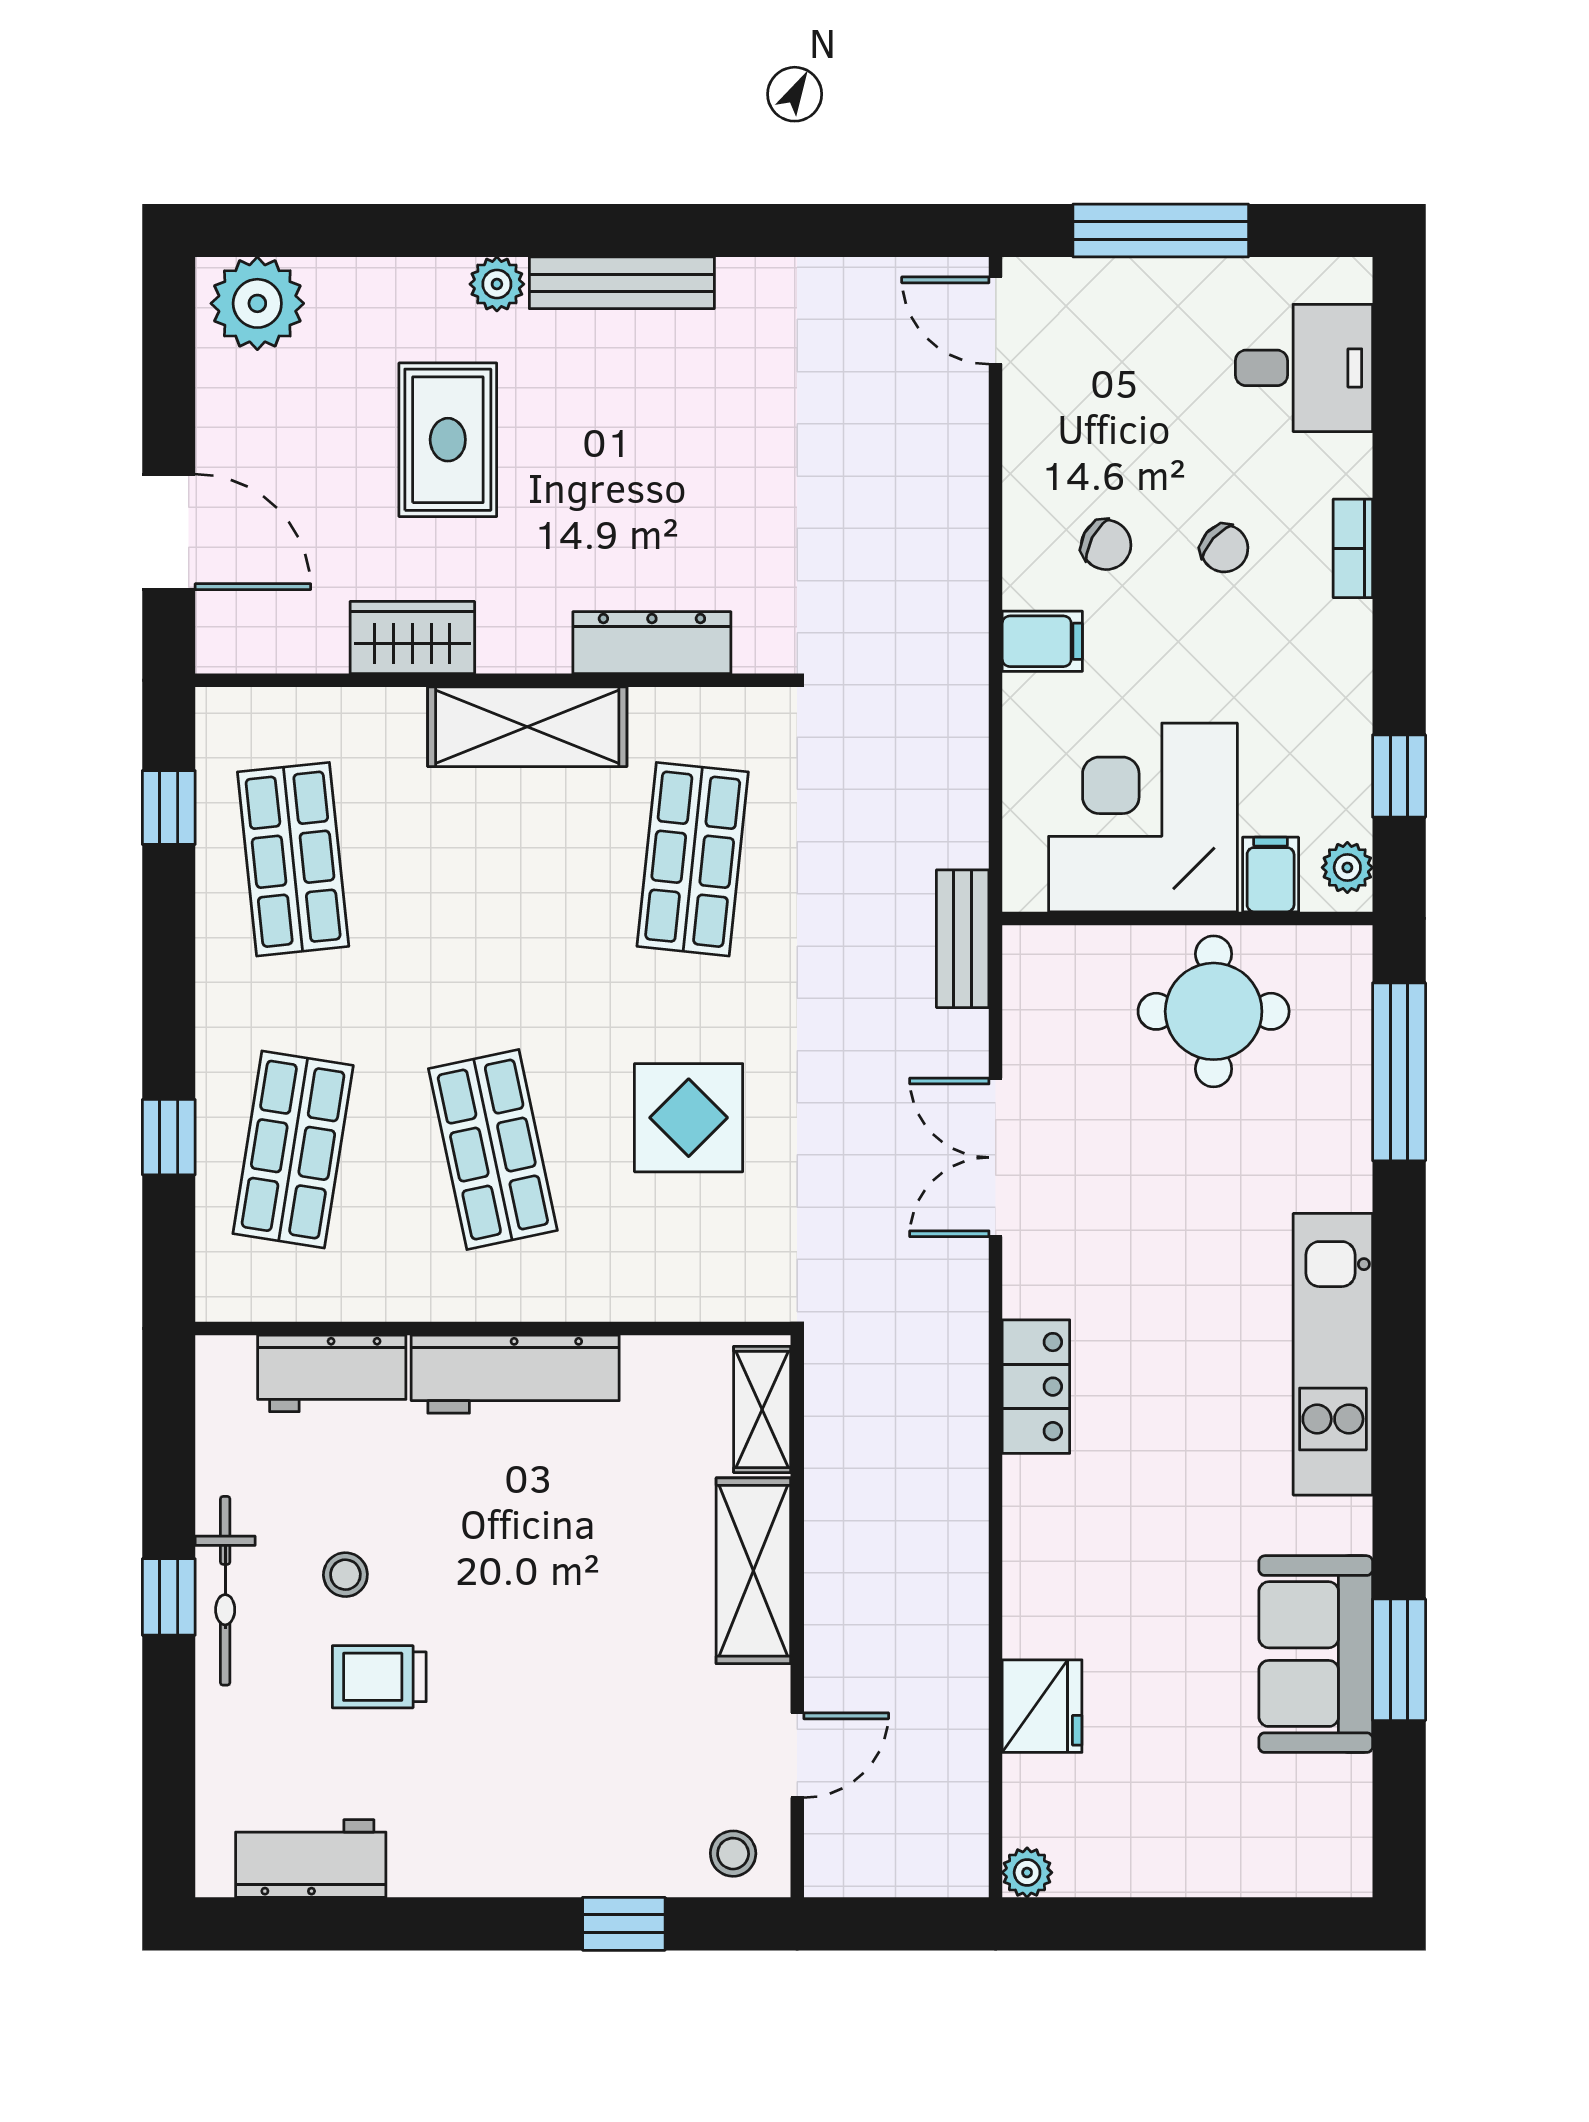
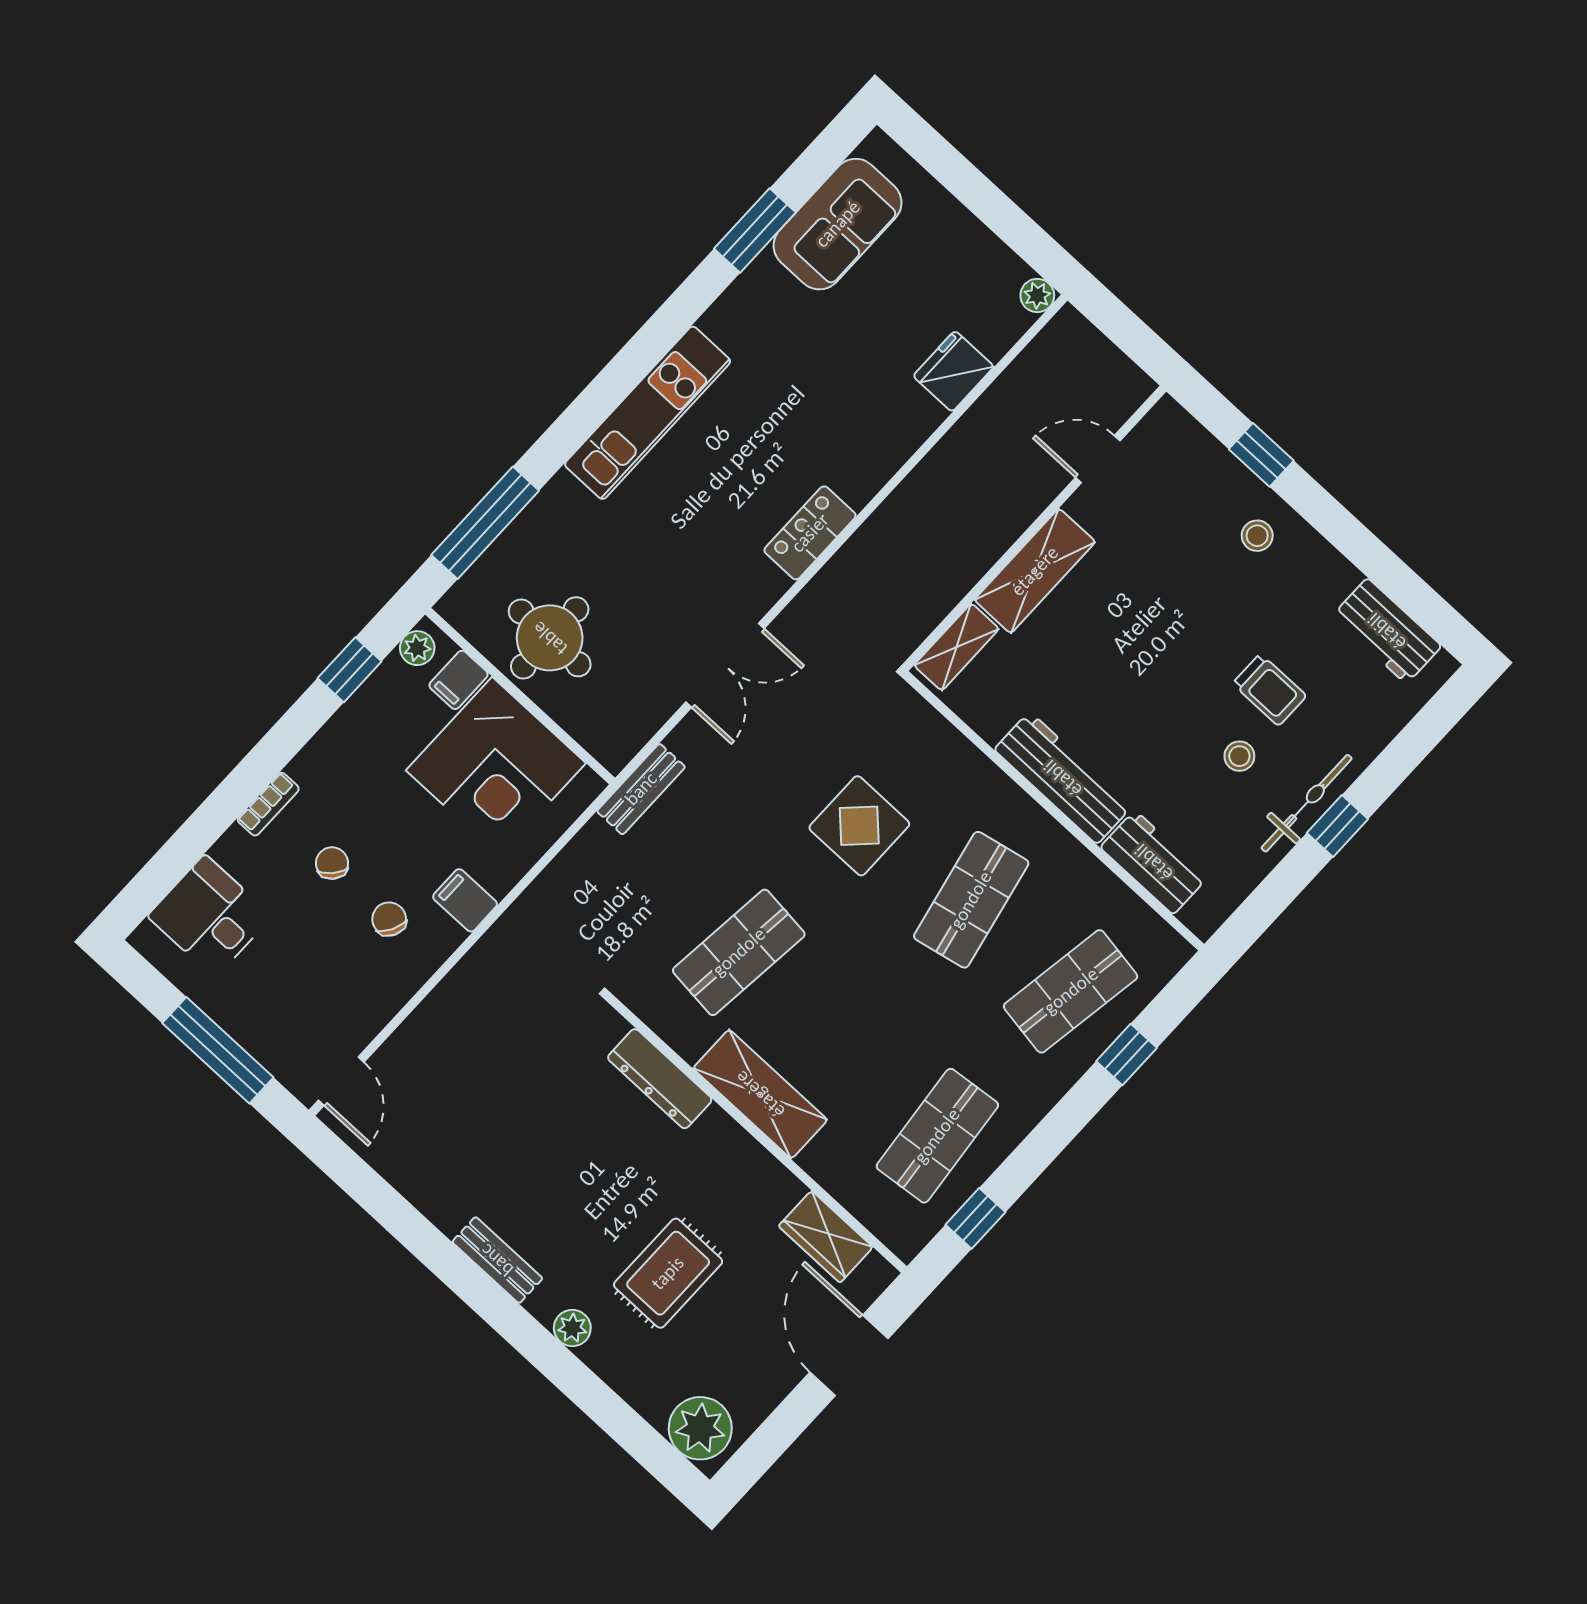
bench: (622, 283) -> (497, 1260), width x0.73
wardrobe: (412, 638) -> (826, 1237), moved
sofa: (1316, 1654) -> (838, 224), moved
stool: (733, 1854) -> (1257, 536), moved

